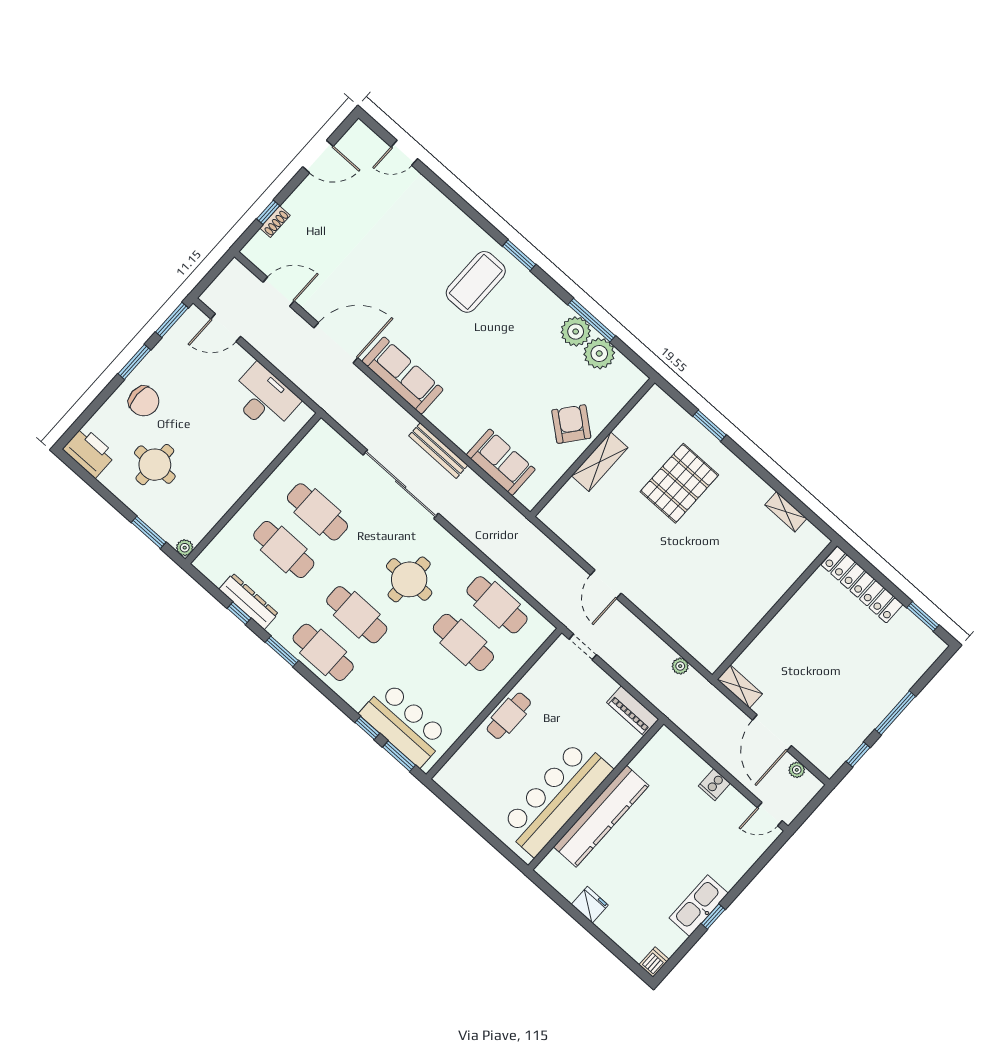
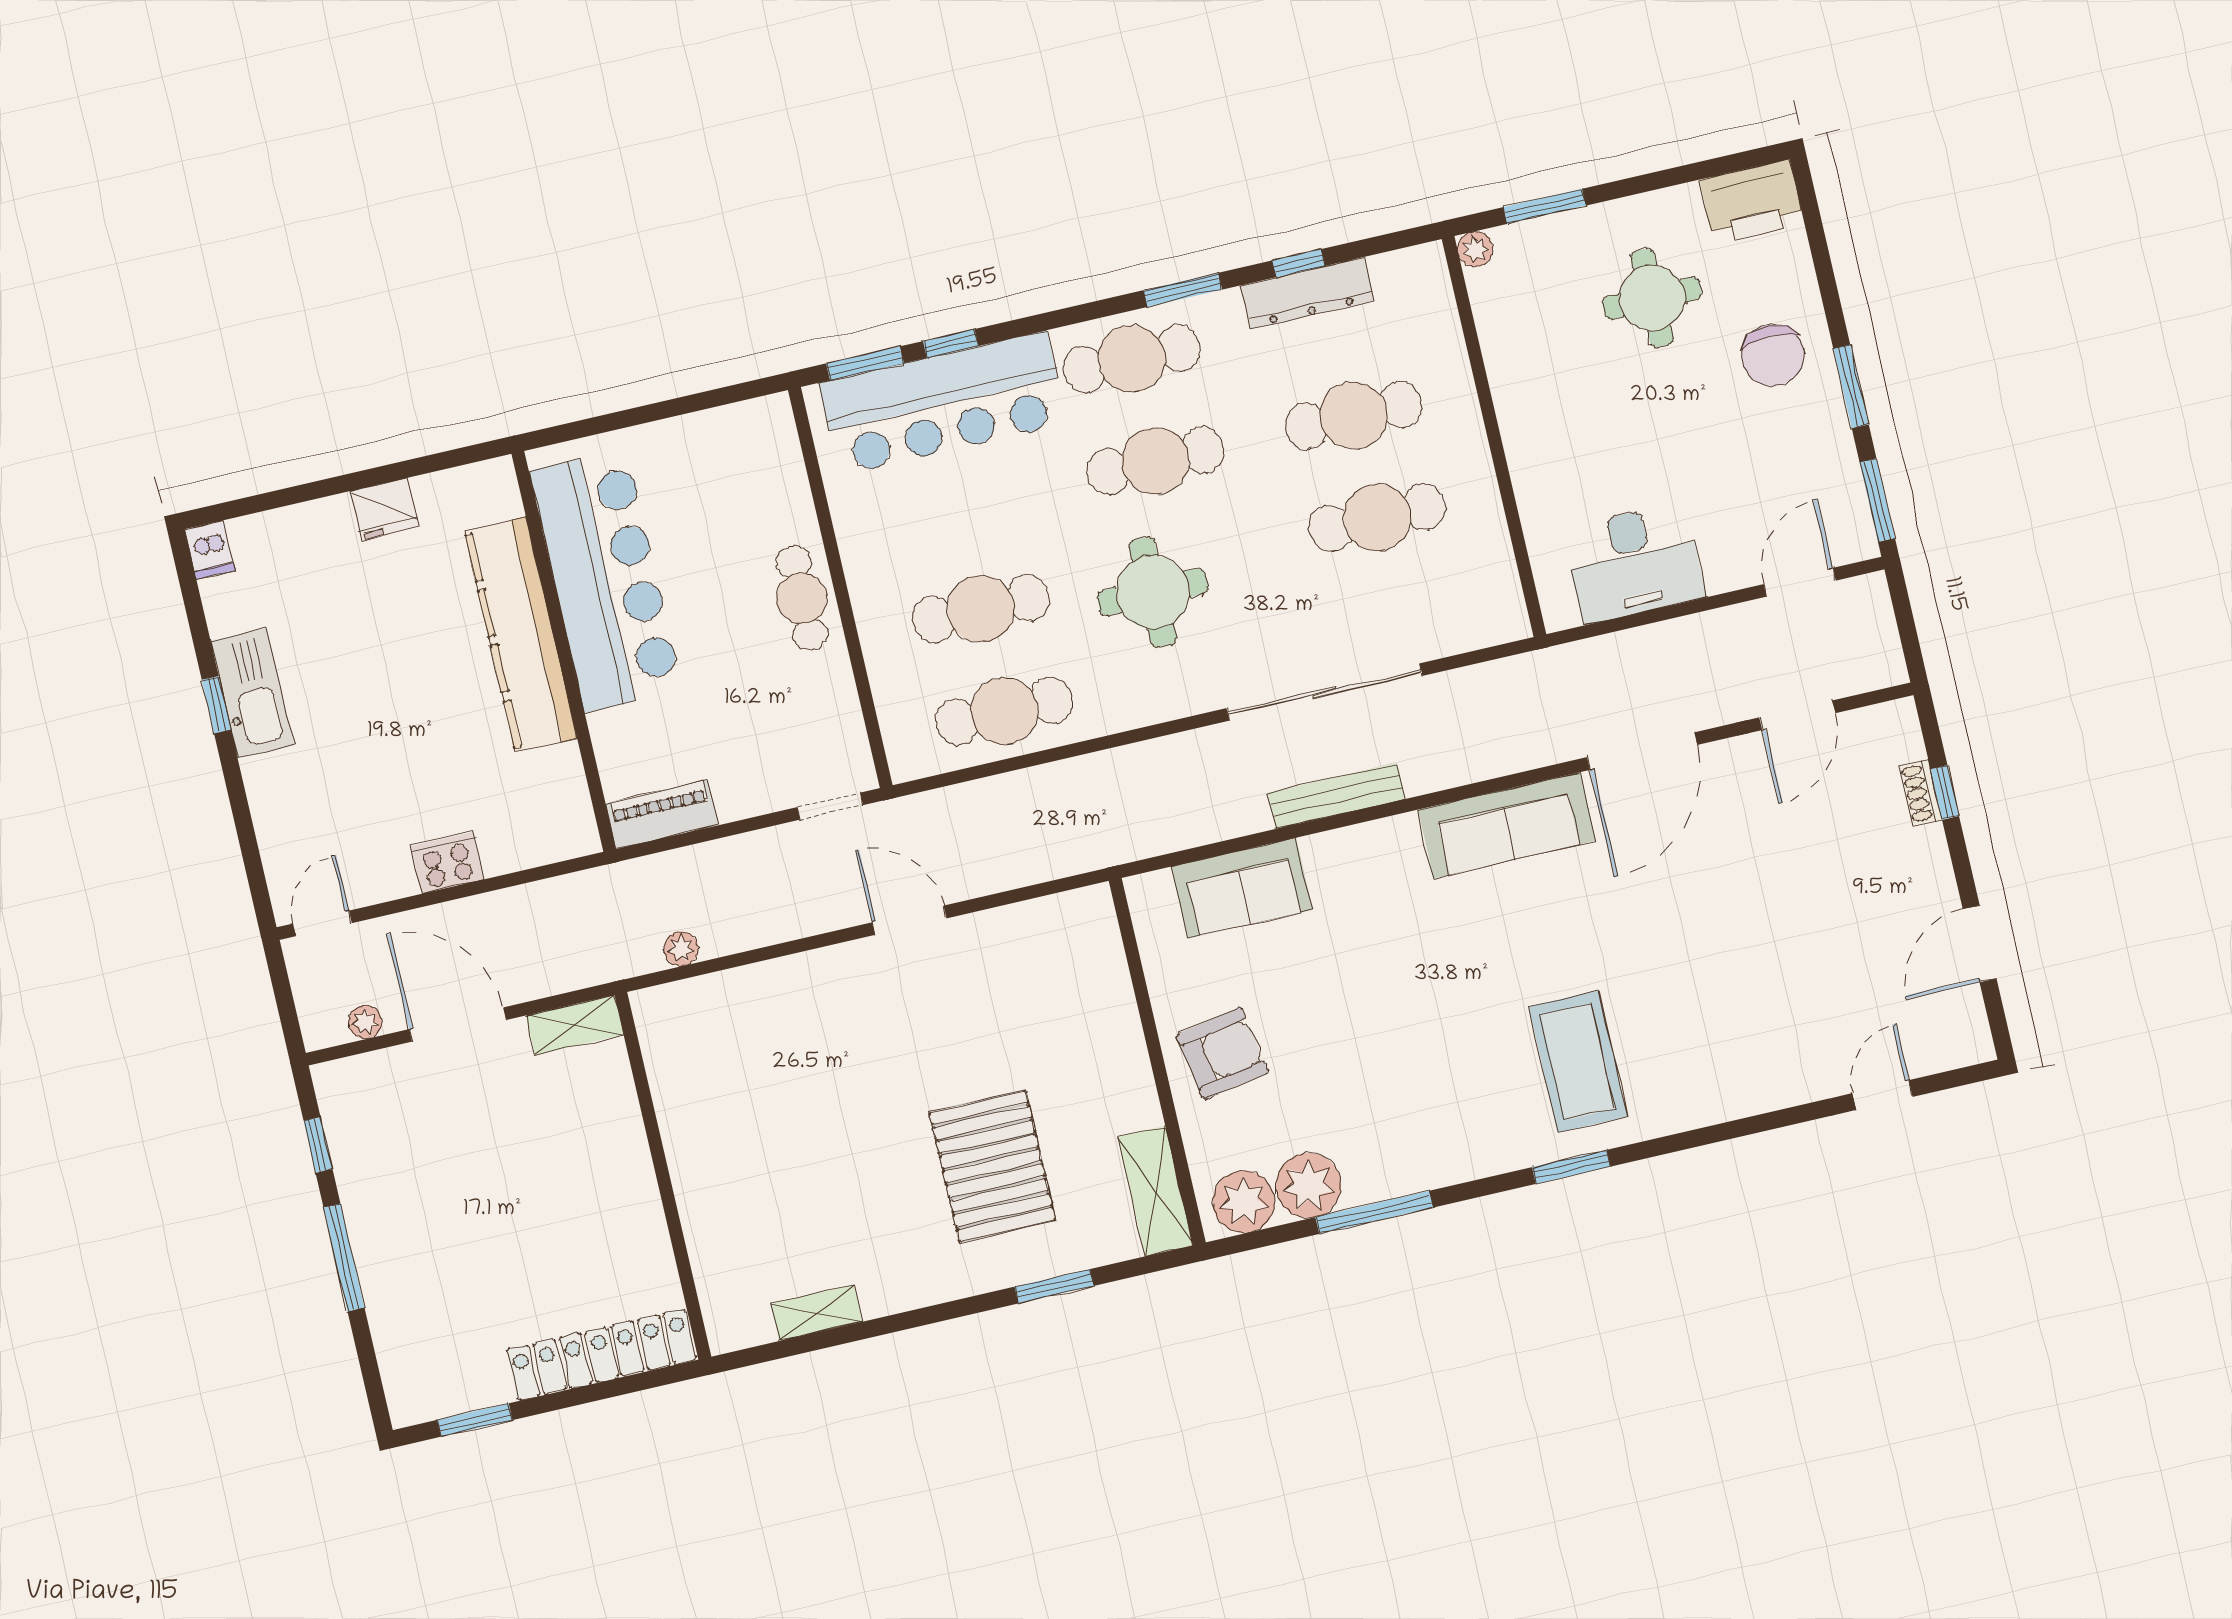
plant: (576, 332) -> (1244, 1202), moved
chair: (144, 401) -> (1773, 355), turned -90
armchair: (571, 424) -> (1222, 1054), turned -49
shelving: (600, 462) -> (1155, 1191), moved
bar counter: (404, 724) -> (943, 403), width x1.36
cooker: (714, 785) -> (447, 863), width x1.36

